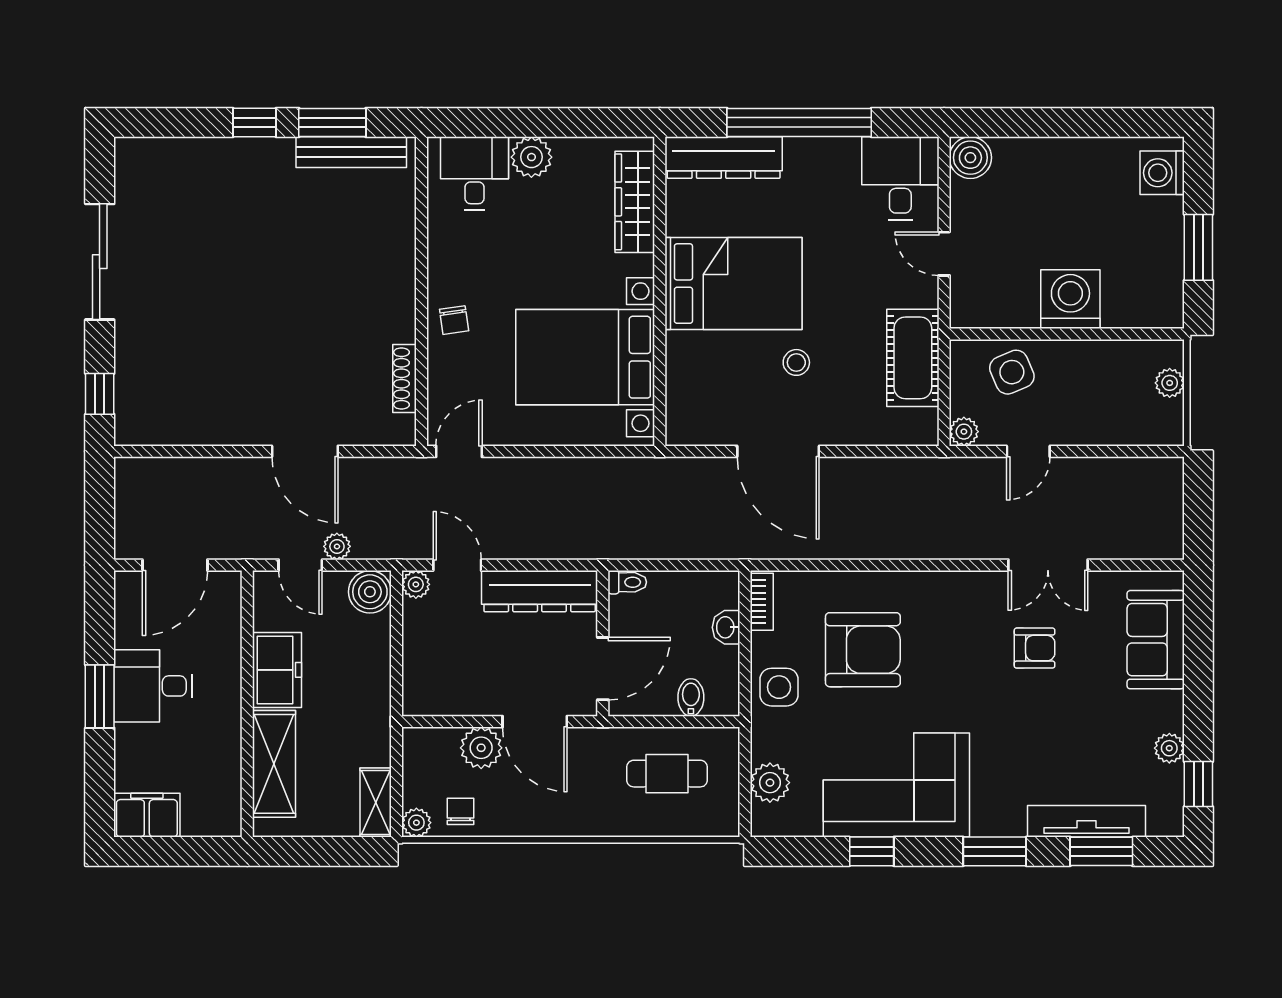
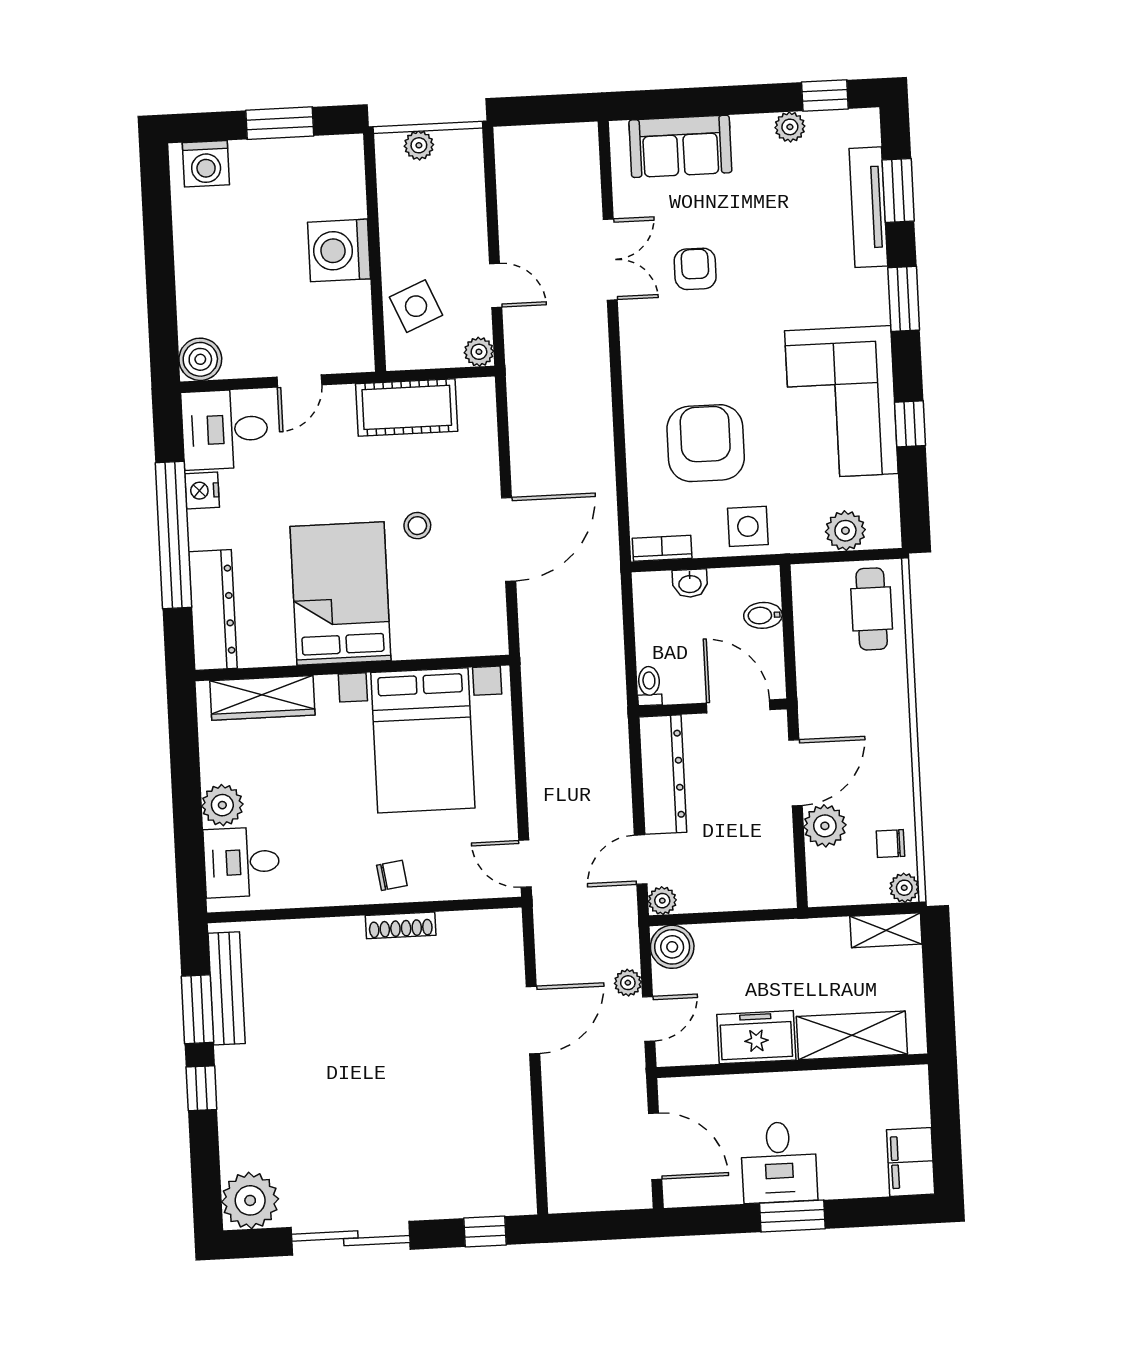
nightstand: (841, 153) -> (202, 490), added
plant: (142, 165) -> (250, 1200), added
shoe rack: (405, 379) -> (401, 925), moved
cafe table: (667, 774) -> (872, 609), moved

